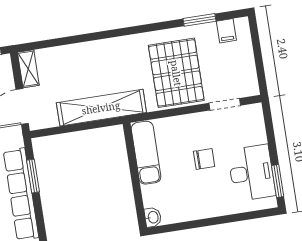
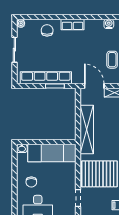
exam couch: (146, 153) -> (52, 153), width x1.36, depth x1.45
chair: (204, 159) -> (31, 182), moved

